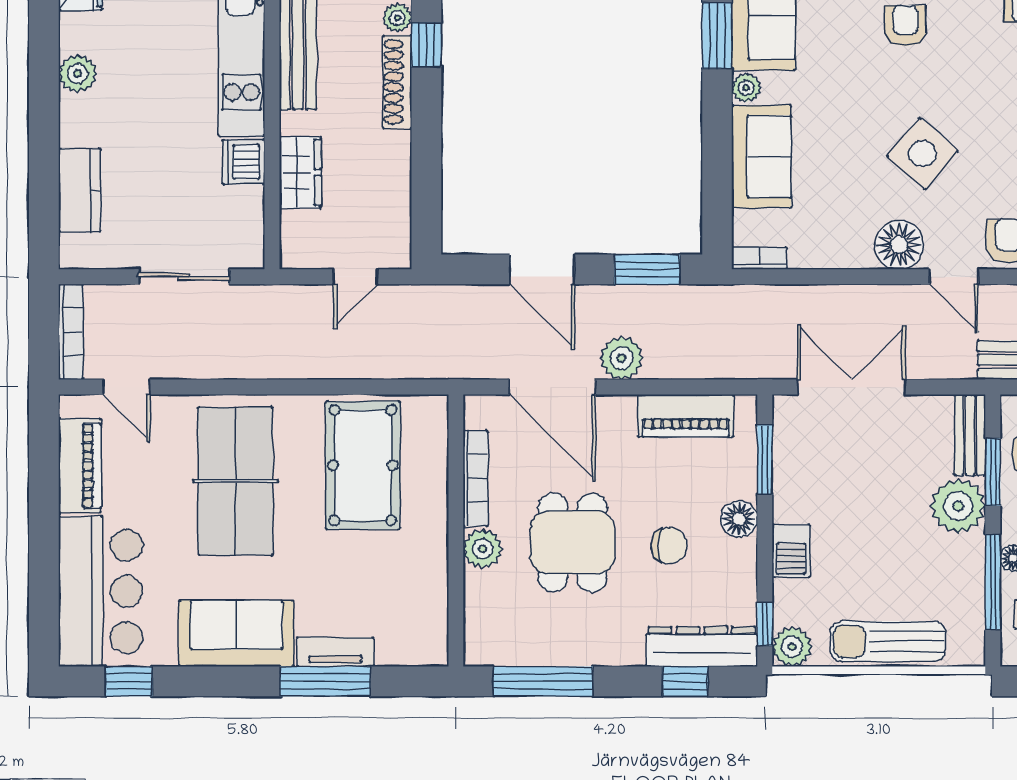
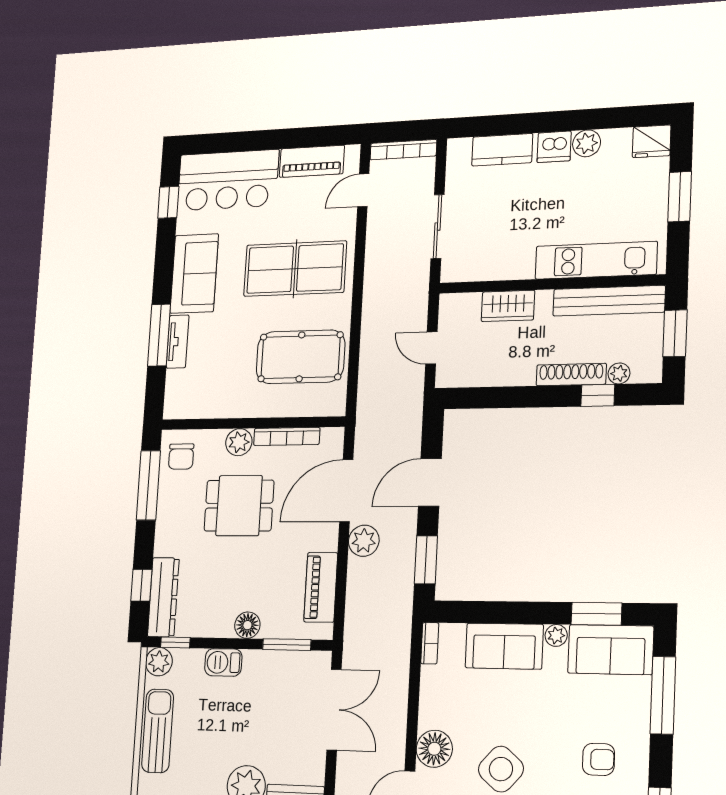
dishwasher: (243, 162) -> (554, 147), moved, turned 180
chair: (669, 546) -> (181, 457), moved

